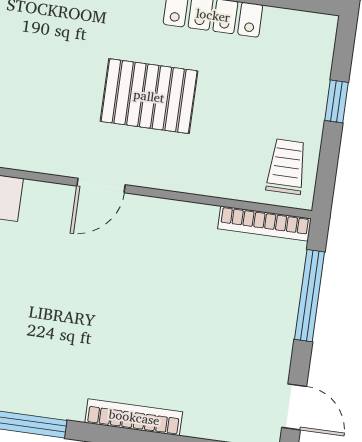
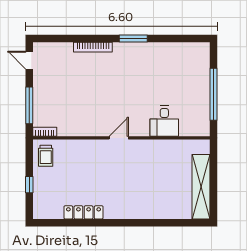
pallet: (149, 96) -> (105, 176), removed
bookcase: (264, 224) -> (45, 132), width x0.64

